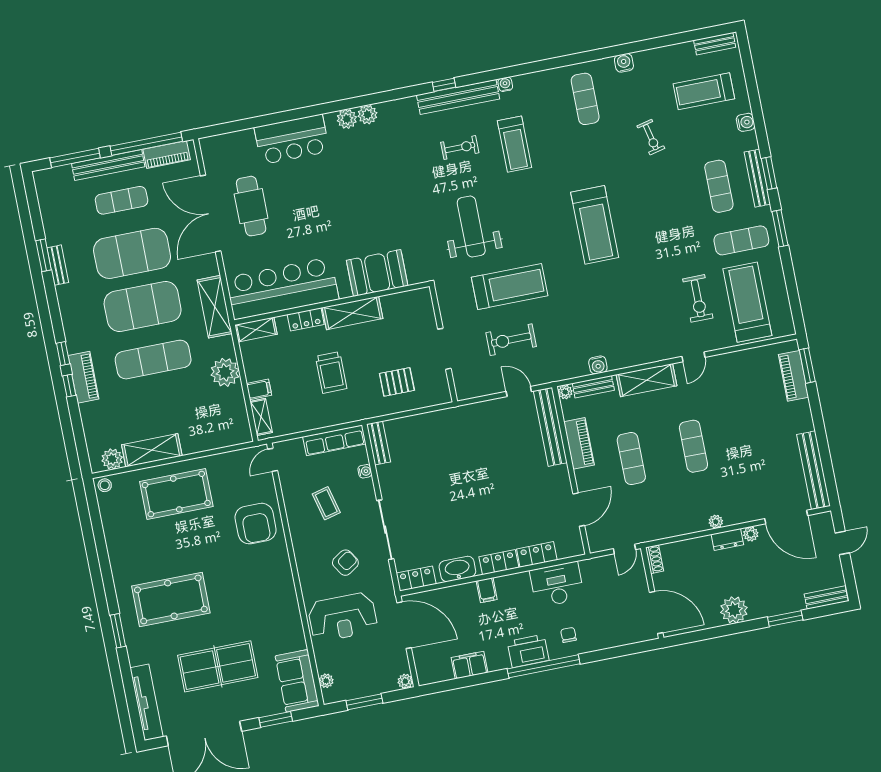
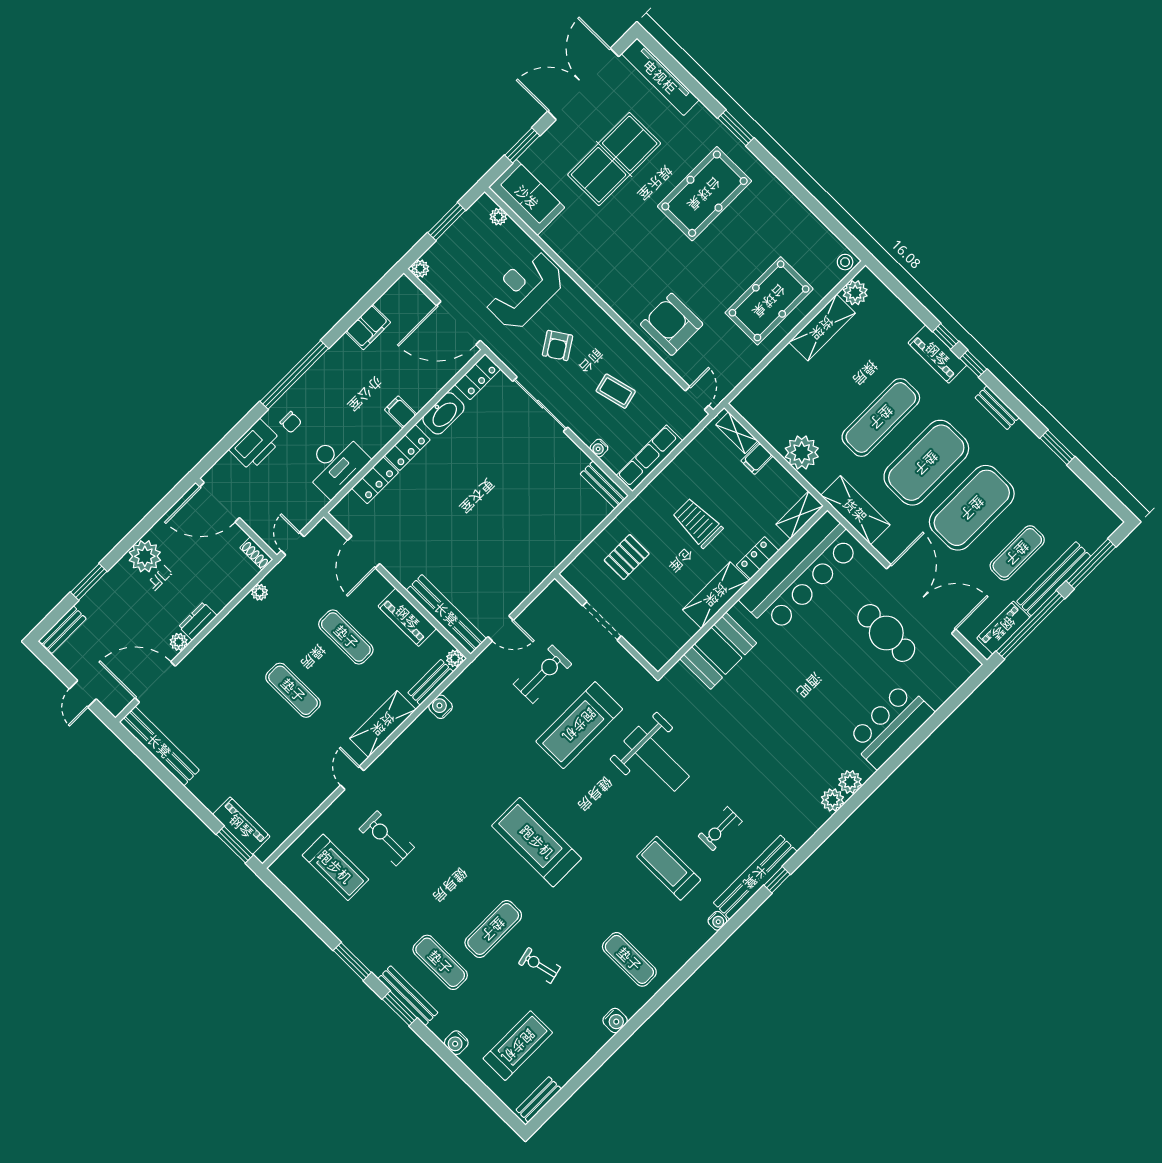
exercise mat: (741, 240) -> (493, 929), moved
bench: (58, 265) -> (997, 408), moved
treadmill: (747, 302) -> (335, 867), width x0.73, depth x0.73
plant: (716, 522) -> (259, 592), moved
printer: (528, 651) -> (255, 445), moved

